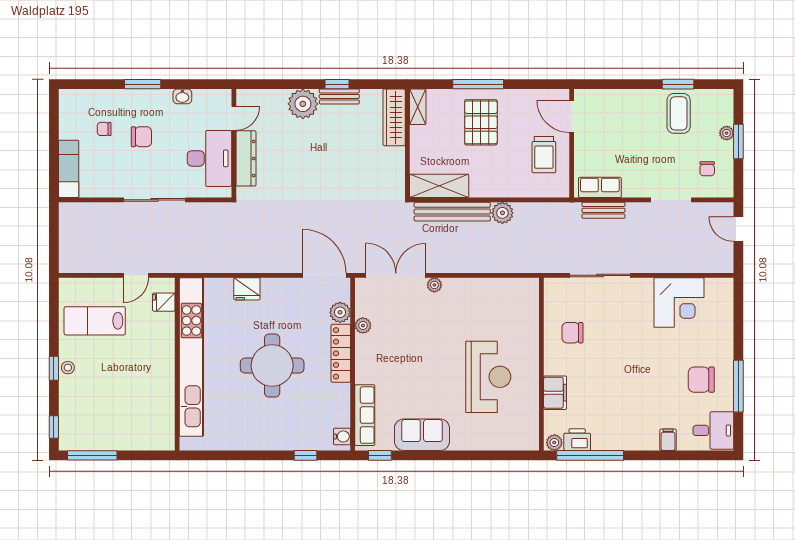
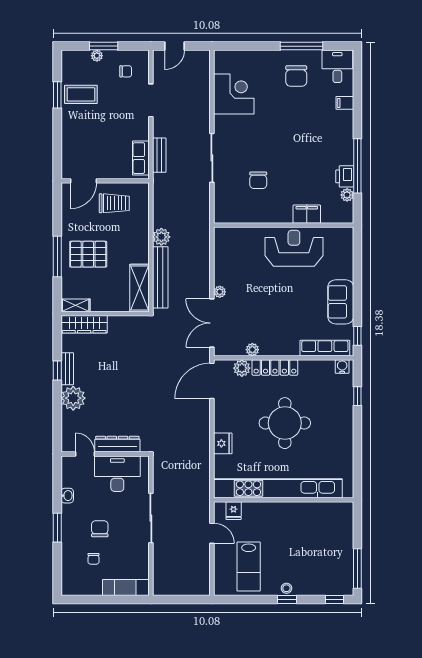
wall: (541, 364) -> (284, 225), moved
filing cabinet: (555, 393) -> (307, 214), moved

